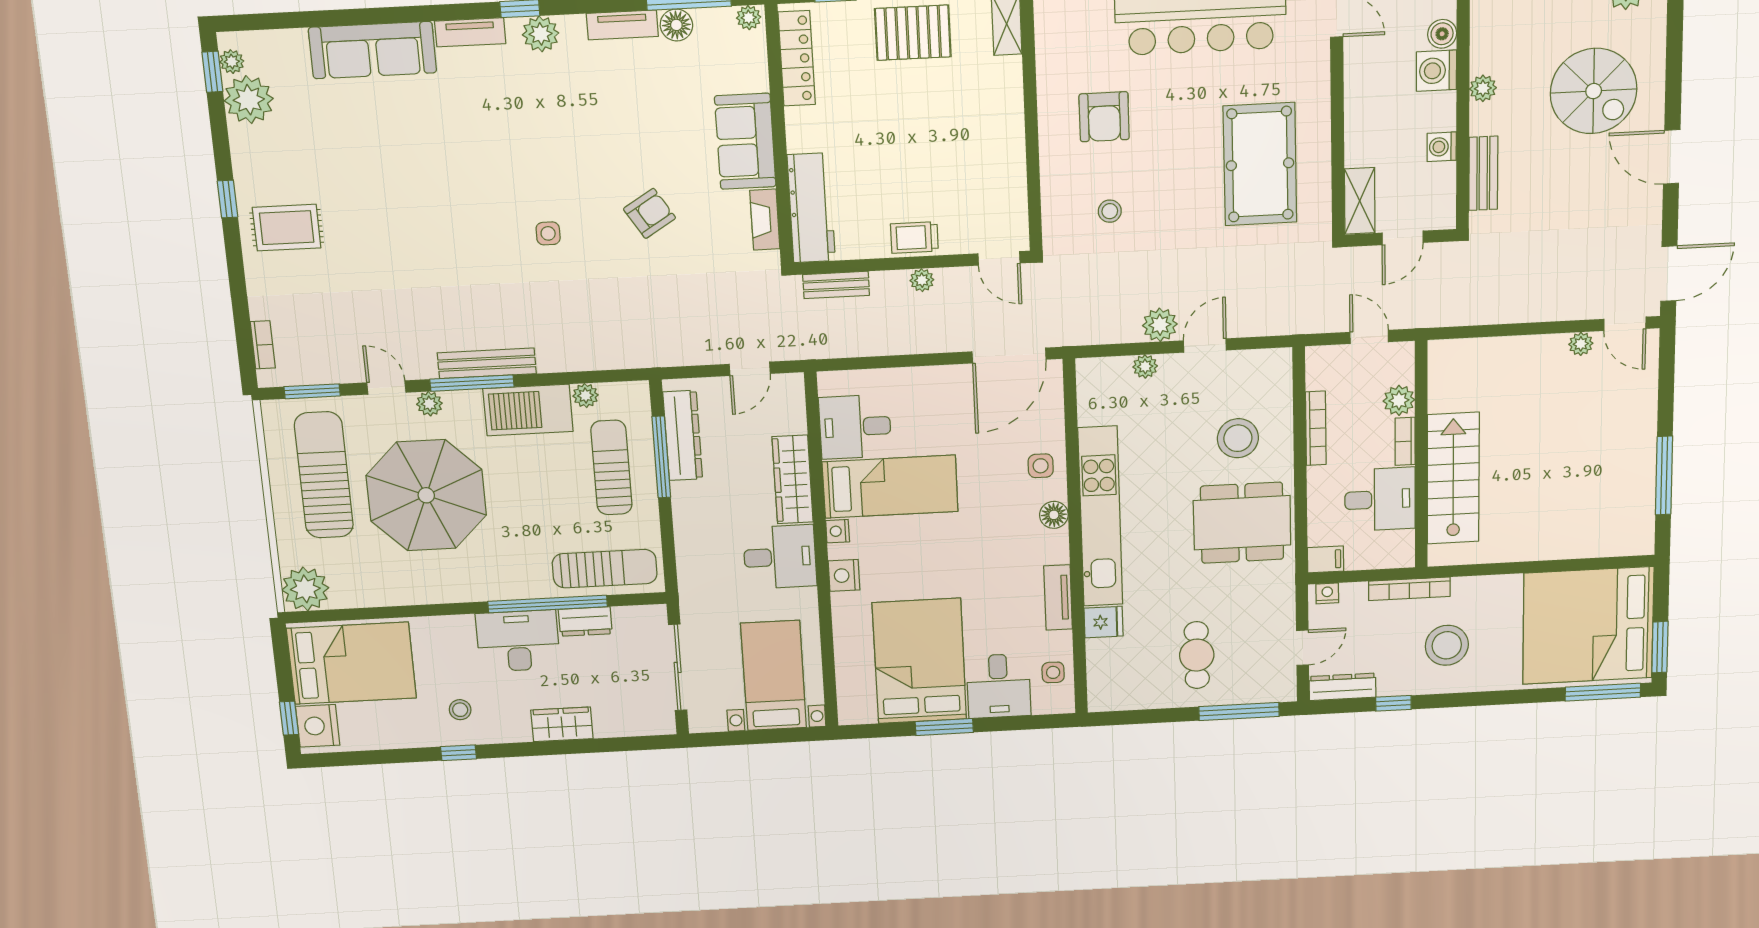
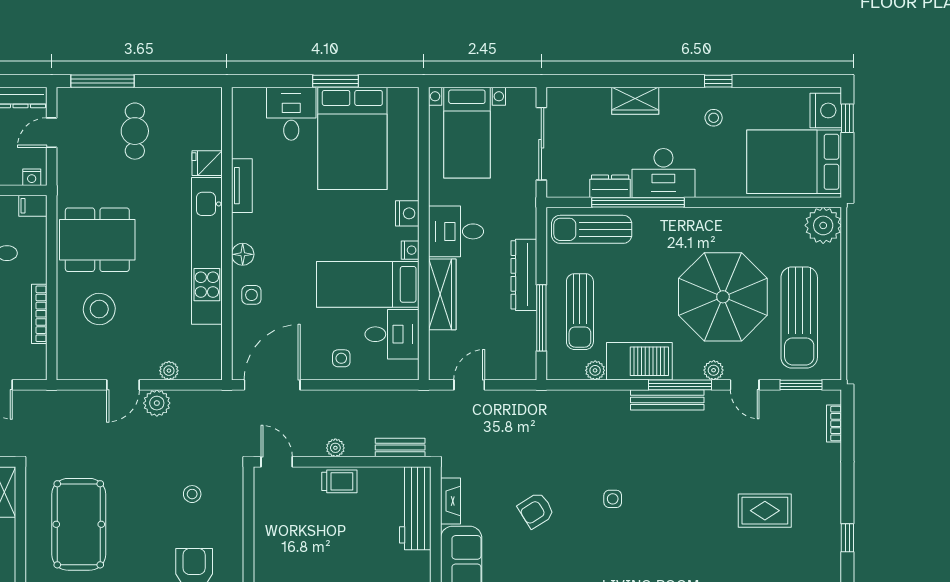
rug: (287, 228) -> (765, 511), moved
dresser: (683, 435) -> (524, 275), moved
side table: (1053, 672) -> (341, 358), moved

